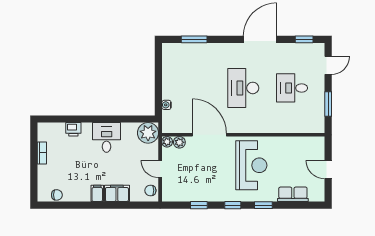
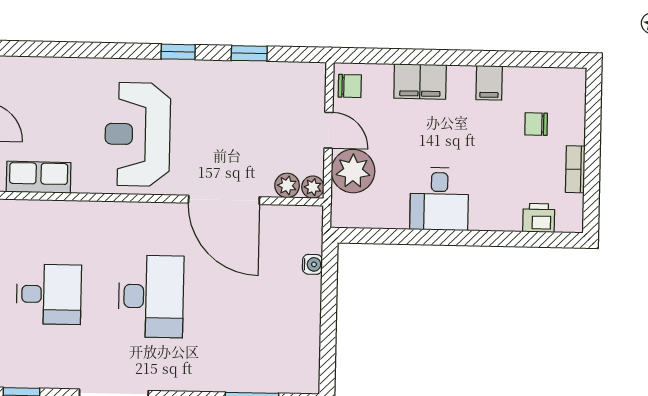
printer: (73, 129) -> (539, 218), moved
plant: (148, 133) -> (353, 171), moved
filing cabinet: (97, 193) -> (489, 83), moved
row of seats: (293, 194) -> (39, 177), moved, turned 180
chair: (57, 195) -> (536, 124), moved
window: (263, 205) -> (114, 50), removed

